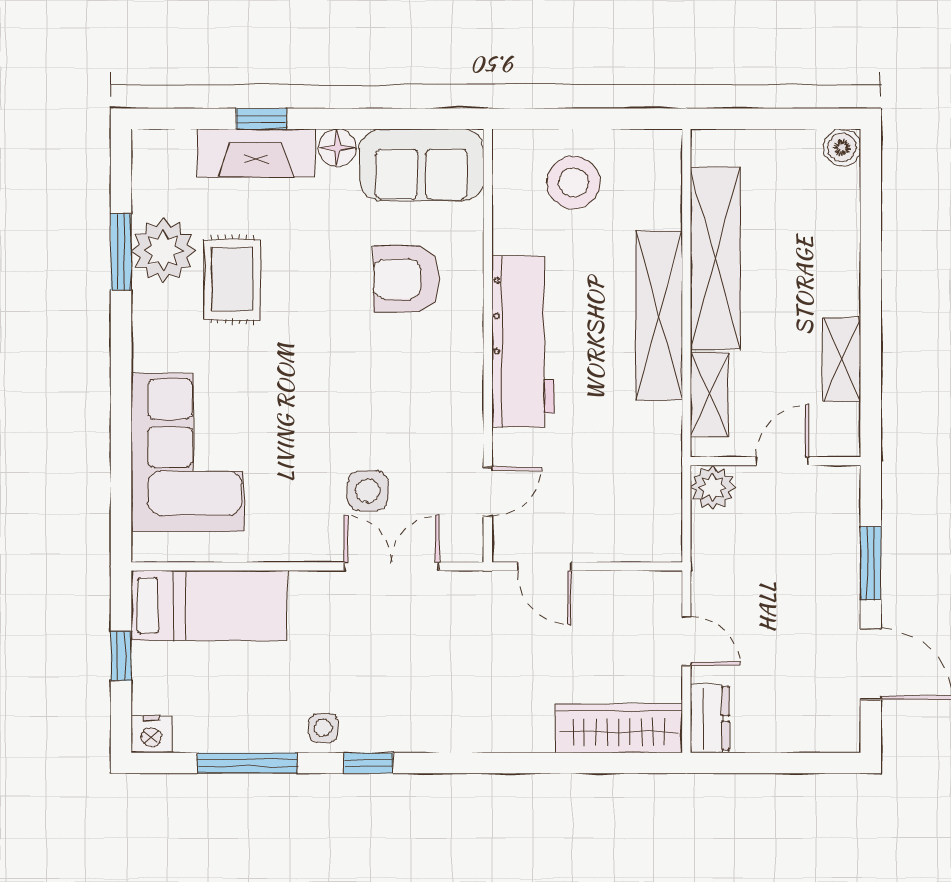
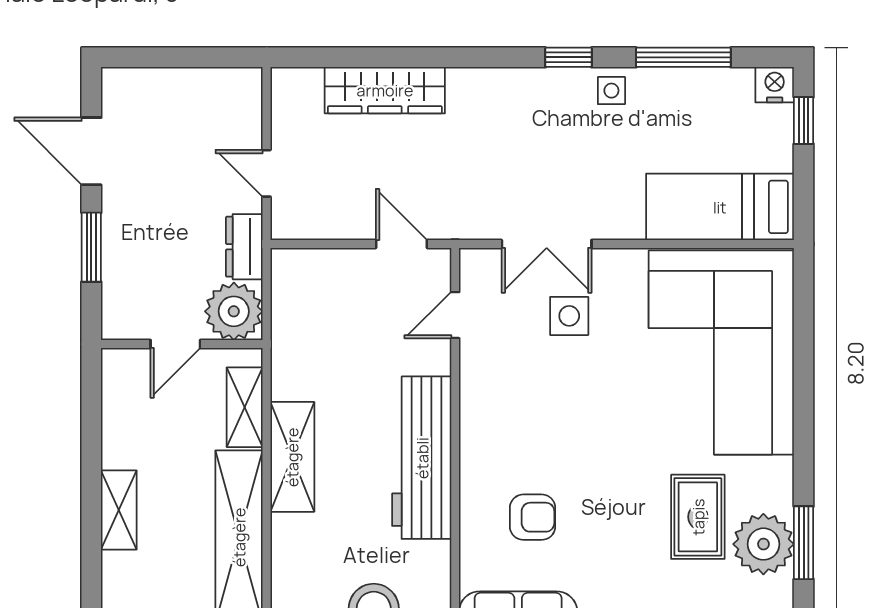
armchair: (406, 279) -> (533, 517), width x0.72, depth x0.72
shelving: (659, 315) -> (292, 457), width x0.68
shelving: (842, 359) -> (119, 510), moved
corner sofa: (187, 452) -> (721, 353), width x1.36, depth x1.36
plant: (713, 487) -> (234, 311), width x1.36, depth x1.36
window: (121, 656) -> (804, 120), moved
dresser: (710, 718) -> (244, 247), moved
wardrobe: (619, 728) -> (385, 90), moved

